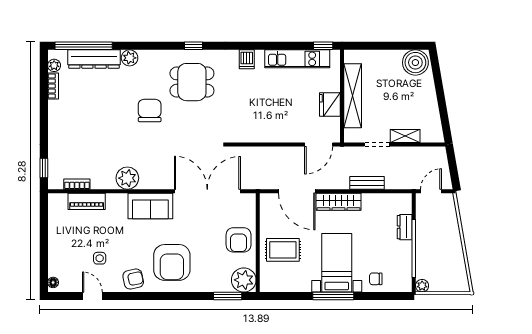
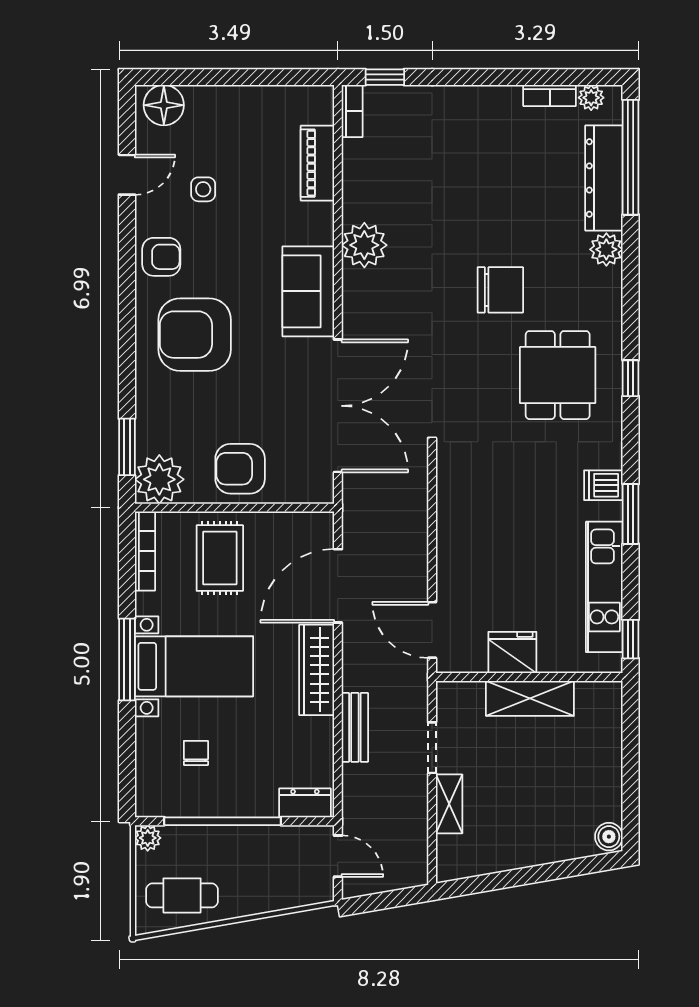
window: (261, 46) -> (631, 514), added
boiler: (415, 63) -> (609, 837), width x0.54, depth x0.54
shelving: (353, 96) -> (530, 698), width x0.68
bookcase: (77, 184) -> (352, 111), moved
dresser: (405, 227) -> (305, 803), moved
cafe table: (451, 269) -> (182, 895), added
armchair: (133, 279) -> (161, 257), turned -78
chair: (376, 279) -> (196, 753), moved
floor lamp: (53, 282) -> (164, 105), width x1.89, depth x1.89
bookcase: (279, 287) -> (145, 551), added

